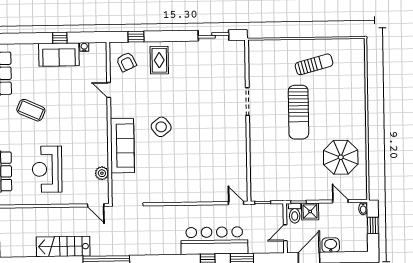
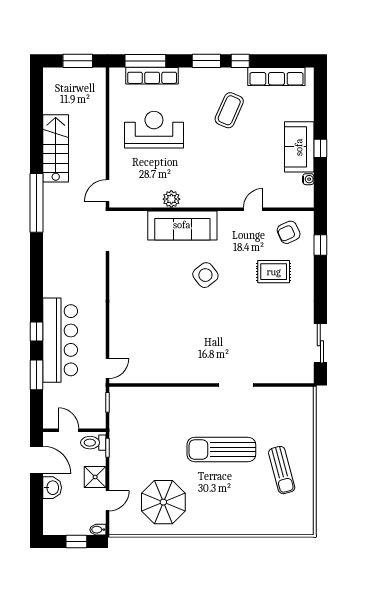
rug: (159, 60) -> (274, 272), moved
plant: (102, 173) -> (171, 199), moved
shower: (310, 212) -> (95, 477), moved

